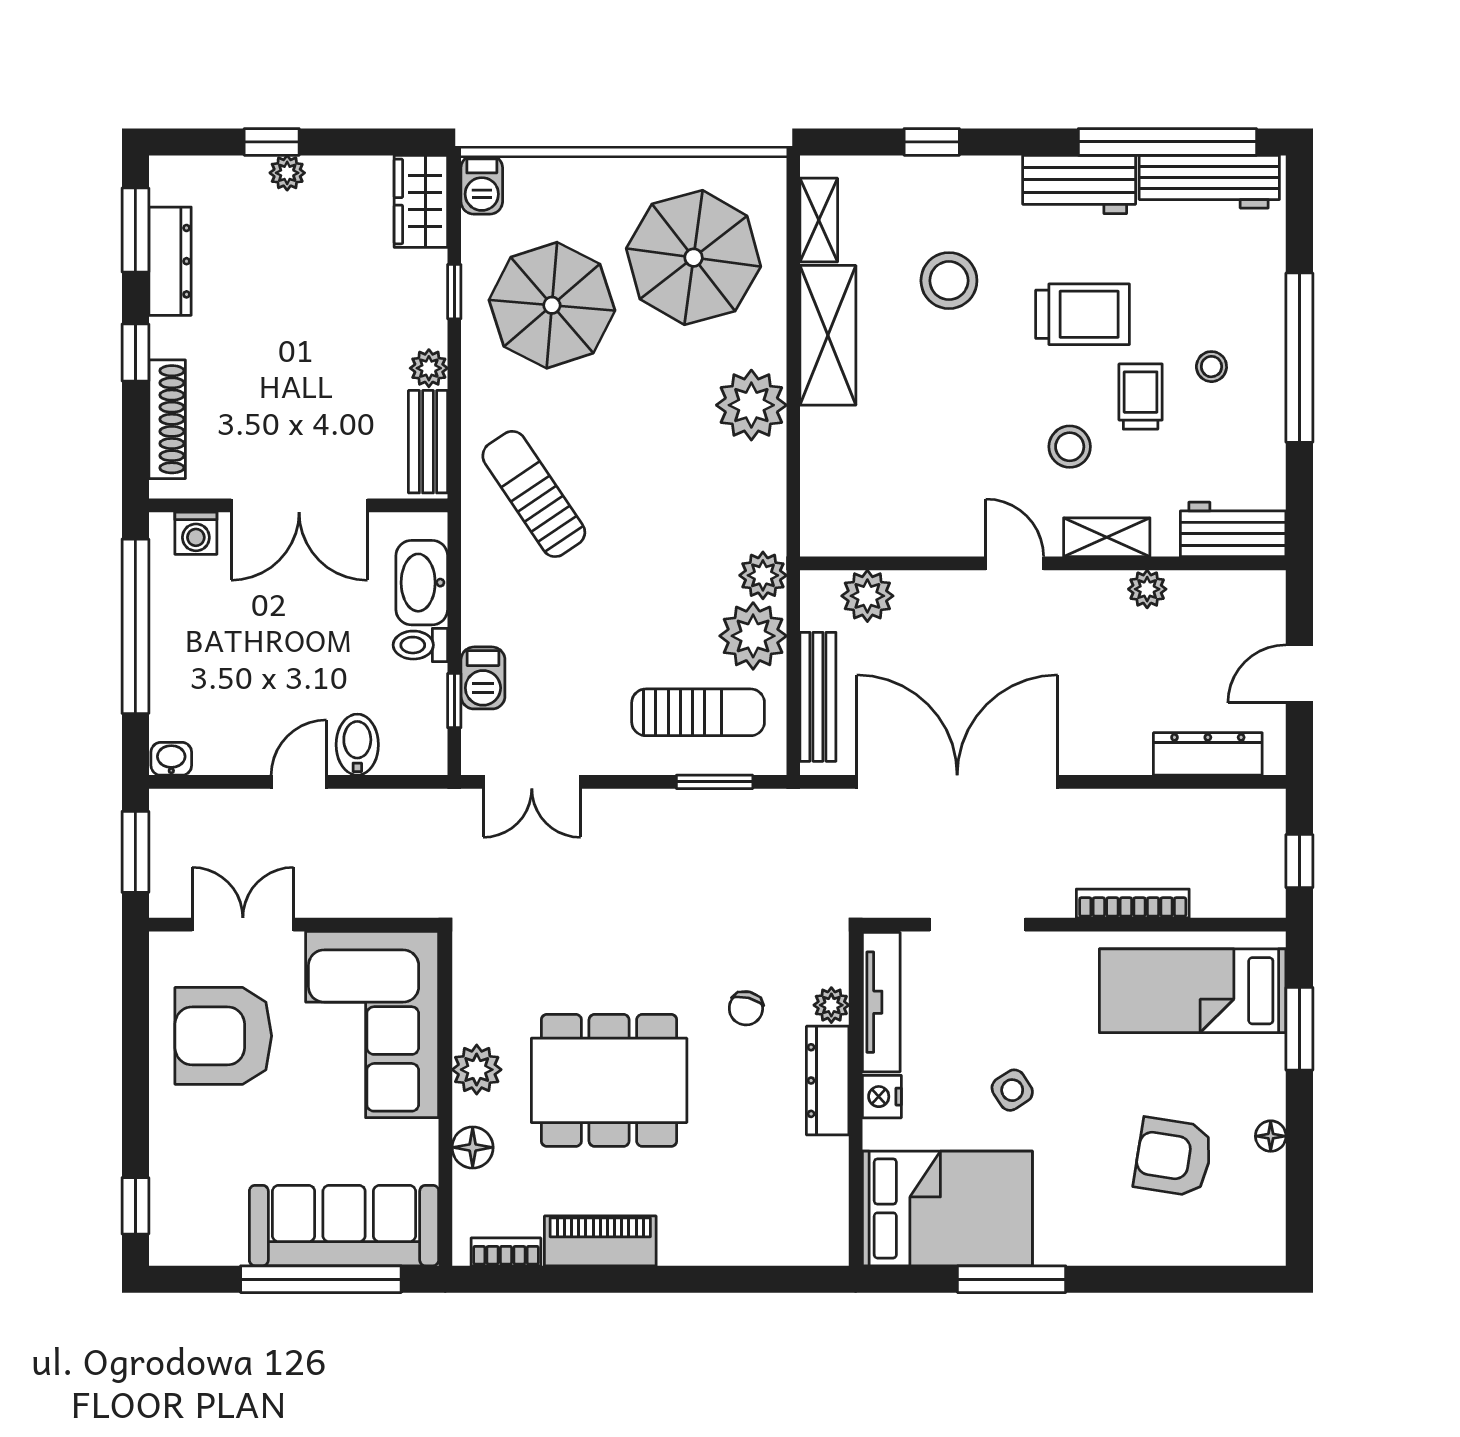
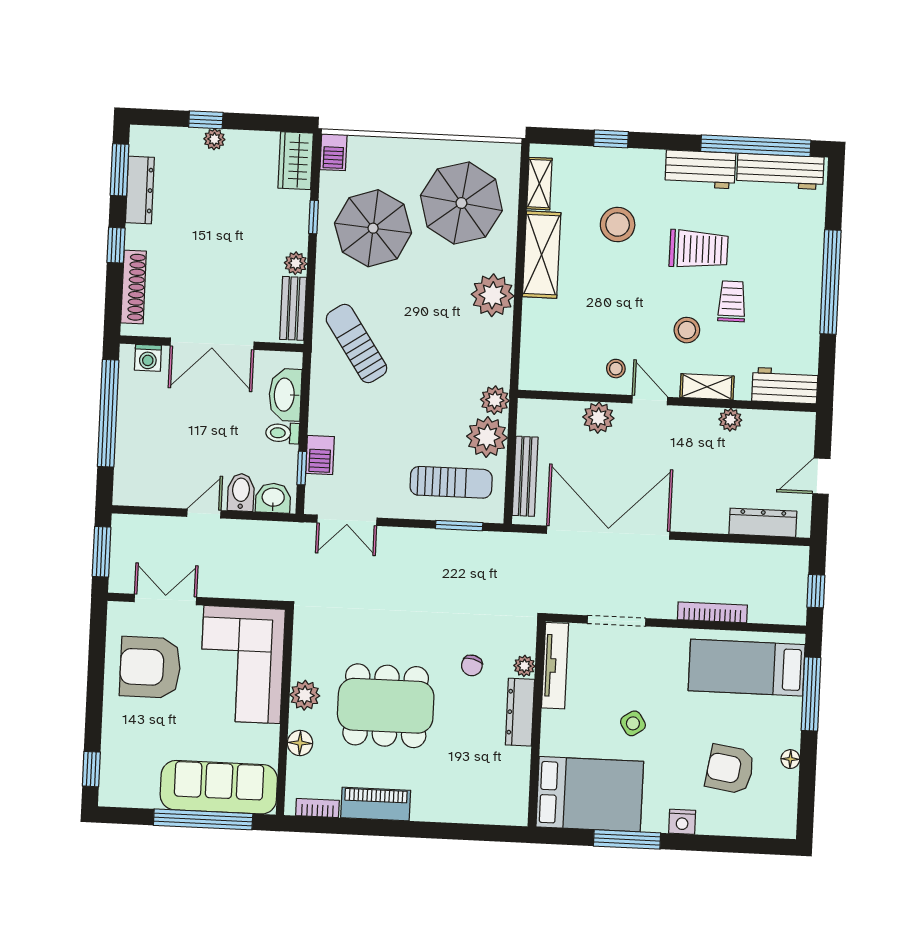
stool: (1211, 367) -> (616, 369), moved
plant: (867, 596) -> (598, 418), moved
washbasin: (171, 759) -> (273, 498), moved, width x1.38, depth x1.45
window: (1299, 1029) -> (811, 694), width x1.44
nightstand: (882, 1097) -> (682, 822), moved, turned -90

